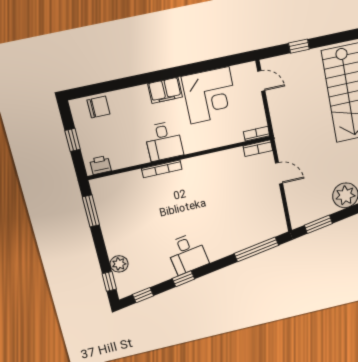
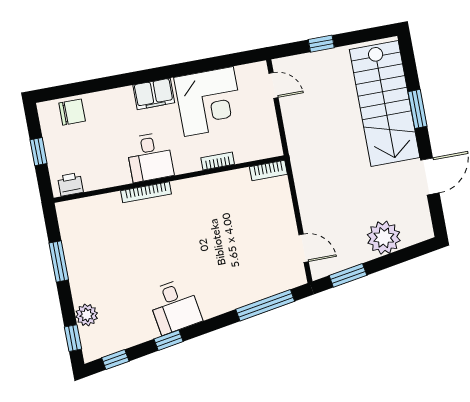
bookcase: (257, 134) -> (218, 161), moved
door: (279, 173) -> (304, 248), moved
window: (91, 211) -> (59, 261), moved

